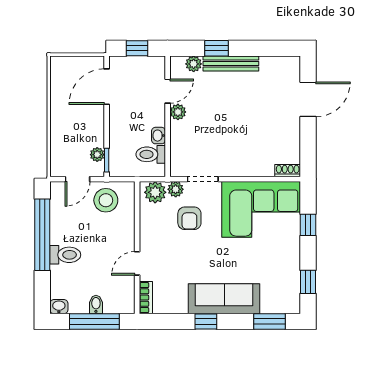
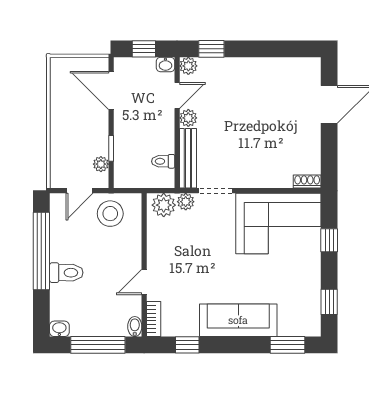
window: (216, 48) -> (211, 49), moved
bench: (231, 63) -> (188, 158), moved, turned 90
plant: (194, 64) -> (188, 66), moved
door: (107, 87) -> (111, 91), hinge flipped
washbasin: (158, 136) -> (165, 64), moved, turned -90
toilet: (151, 154) -> (163, 161), width x0.73, depth x0.72
window: (107, 160) -> (111, 148), moved
armchair: (189, 218) -> (201, 233), removed
bidet: (96, 305) -> (135, 327), moved
window: (206, 321) -> (187, 345), moved

